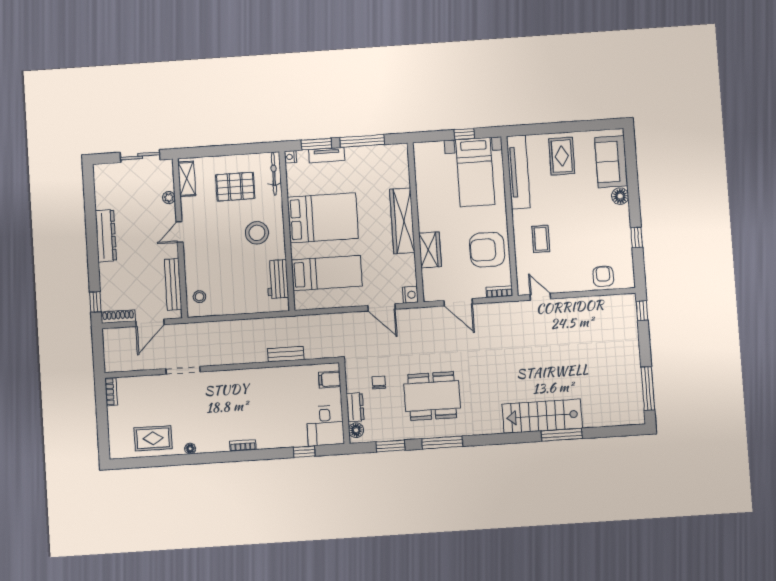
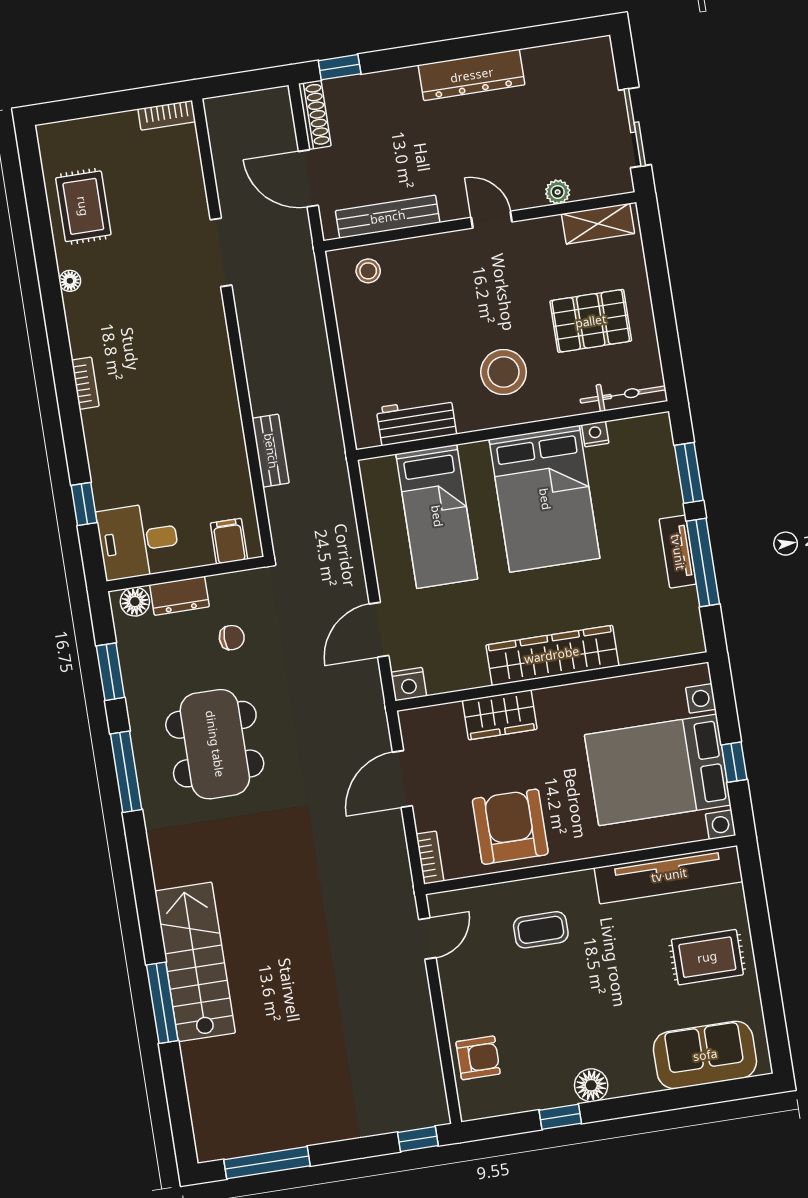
tv unit: (327, 155) -> (678, 552), moved
nightstand: (290, 157) -> (595, 434), moved
bed with nightstands: (475, 172) -> (658, 770), width x1.36
pallet: (235, 187) -> (591, 321), turned 90
floor lamp: (620, 196) -> (591, 1085), moved

